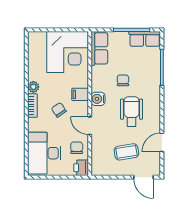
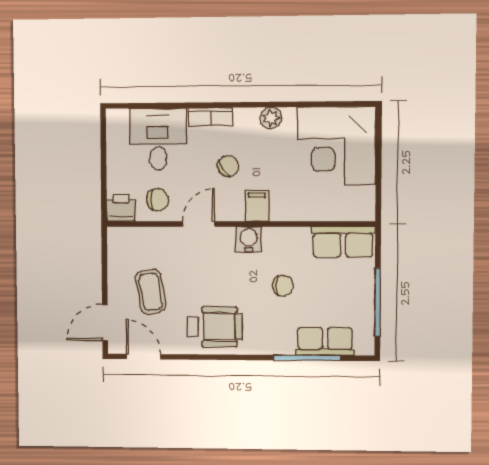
row of seats: (145, 39) -> (325, 341), moved, turned 90
corner desk: (68, 52) -> (337, 146), moved
bookcase: (32, 106) -> (211, 117), moved
wheelchair: (132, 112) -> (215, 327), moved
door: (162, 142) -> (143, 357), moved
desk: (44, 153) -> (158, 139), width x0.73

